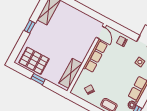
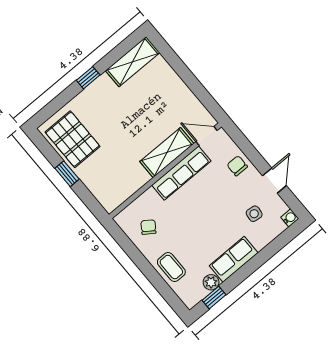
door: (101, 32) -> (207, 136), swing flipped
shelving: (71, 73) -> (167, 153), moved

